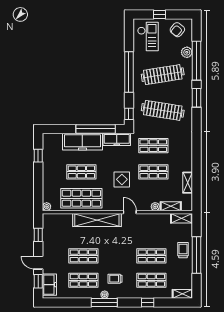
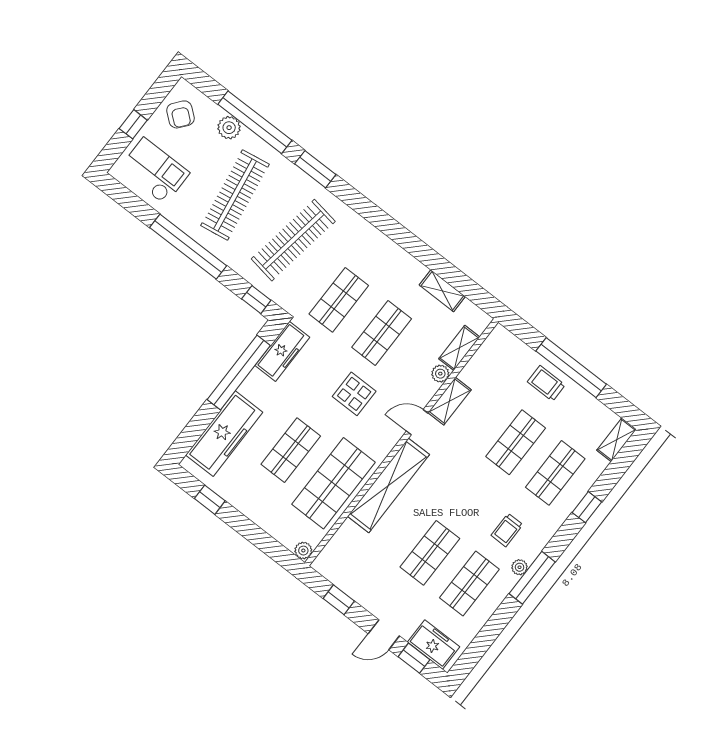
freezer: (82, 142) -> (224, 434), moved
shelving: (181, 218) -> (449, 401), moved

